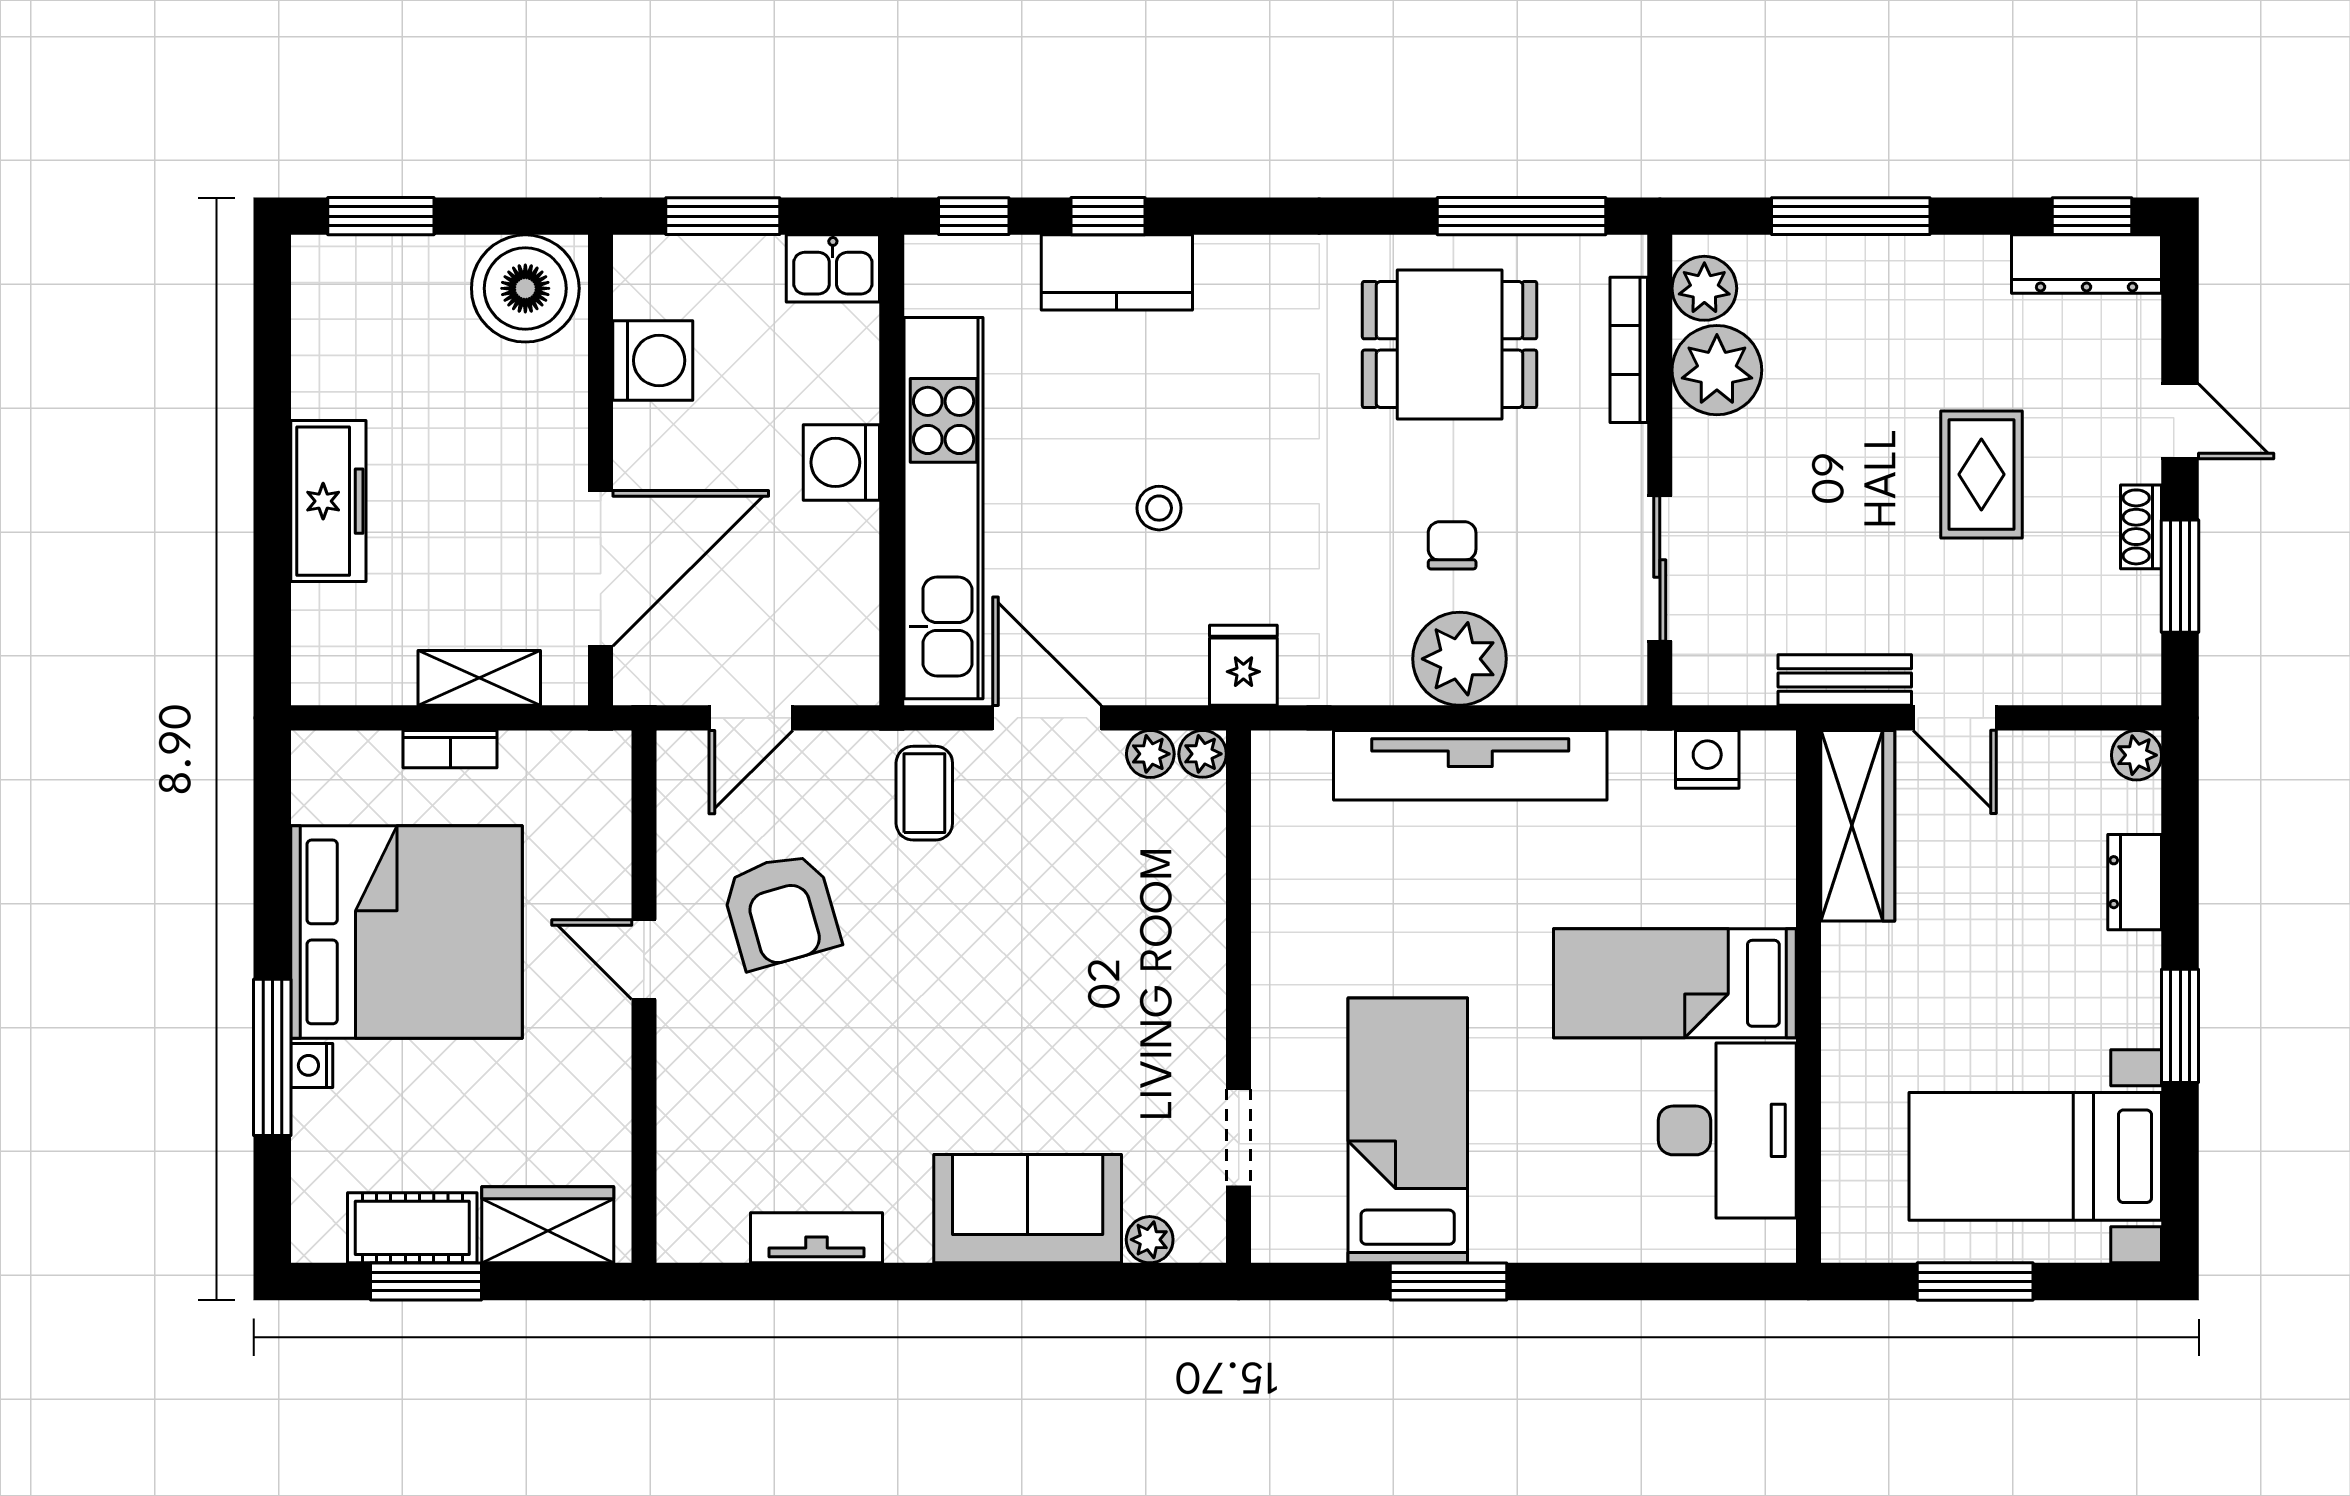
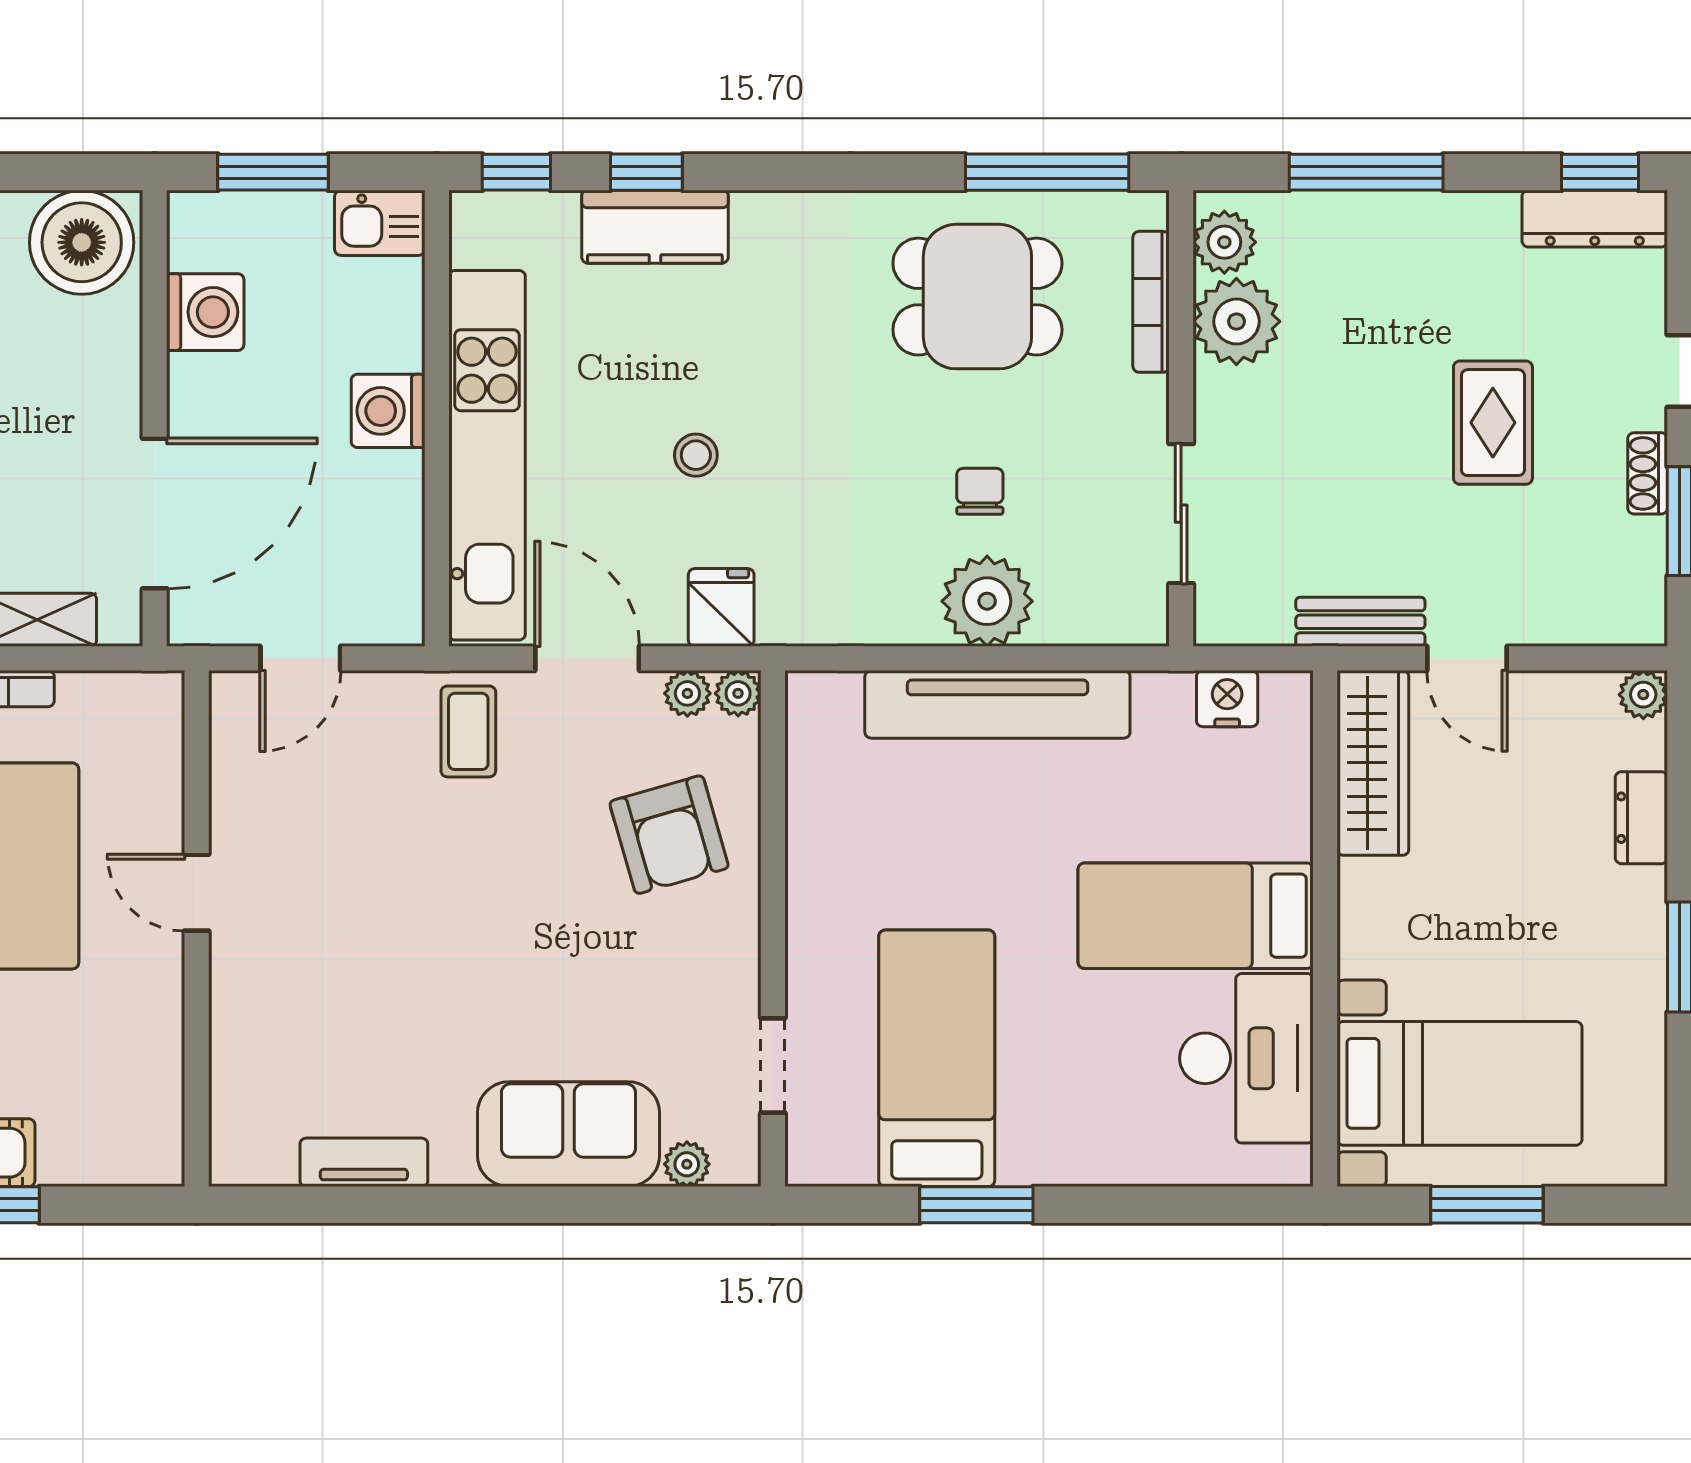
fridge: (1243, 665) -> (721, 607), moved
armchair: (781, 910) -> (669, 835), moved
bed with nightstands: (2035, 1156) -> (1460, 1083), moved, turned 180
wardrobe: (548, 1225) -> (103, 1150), removed

